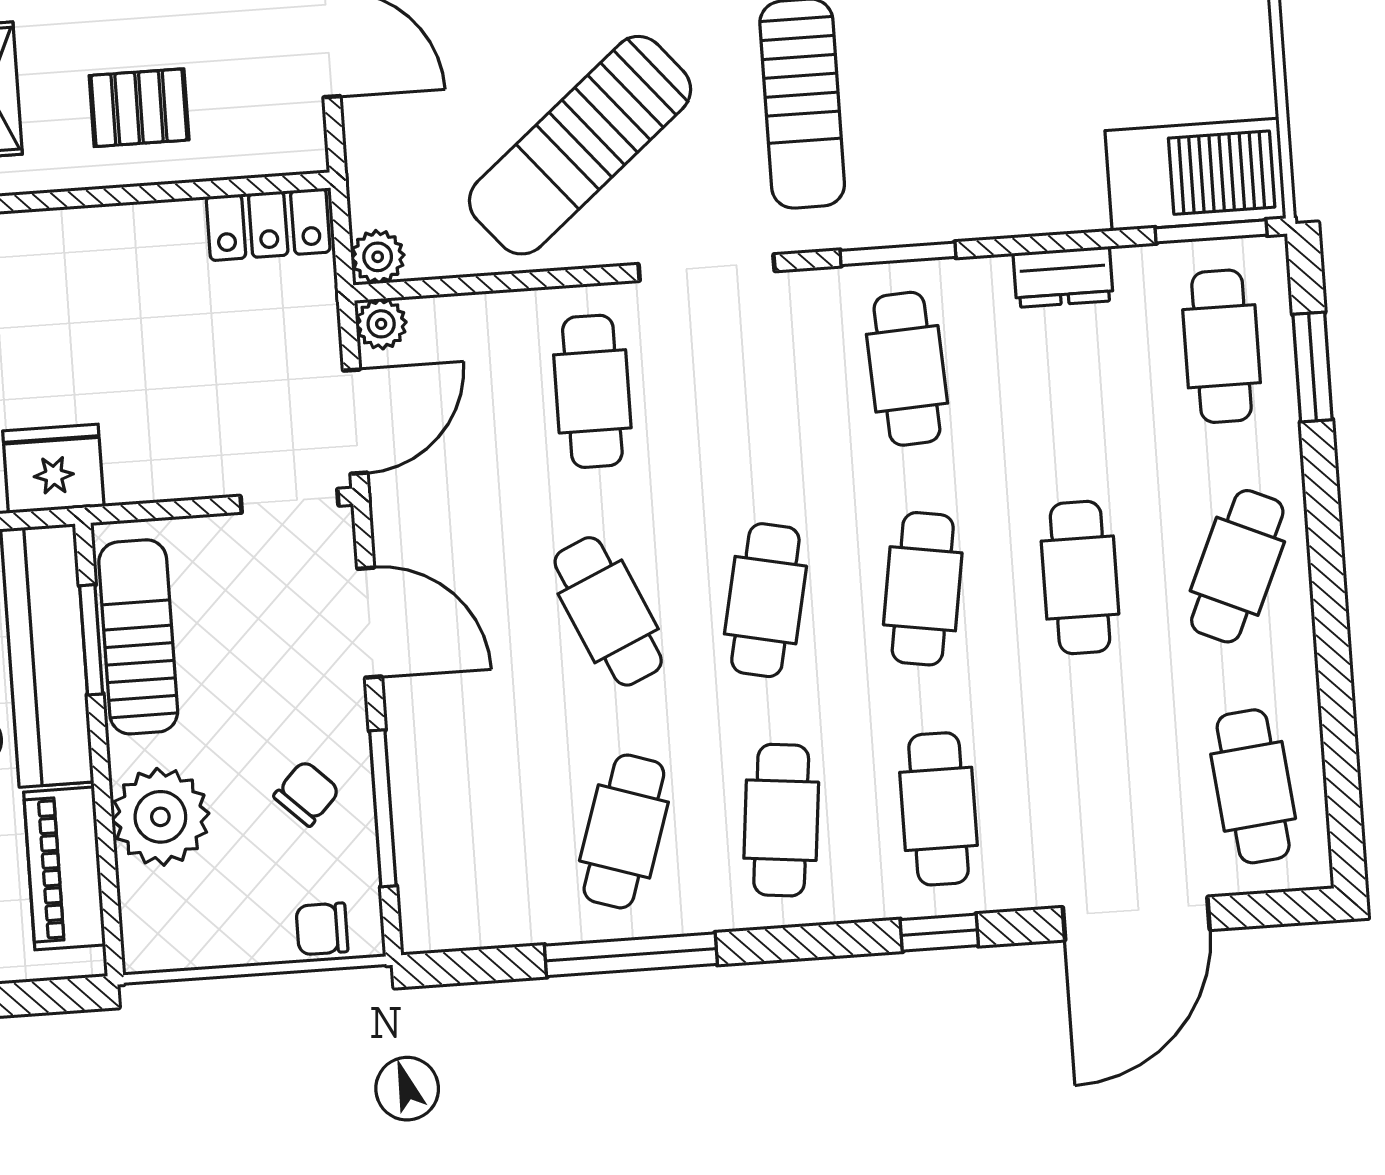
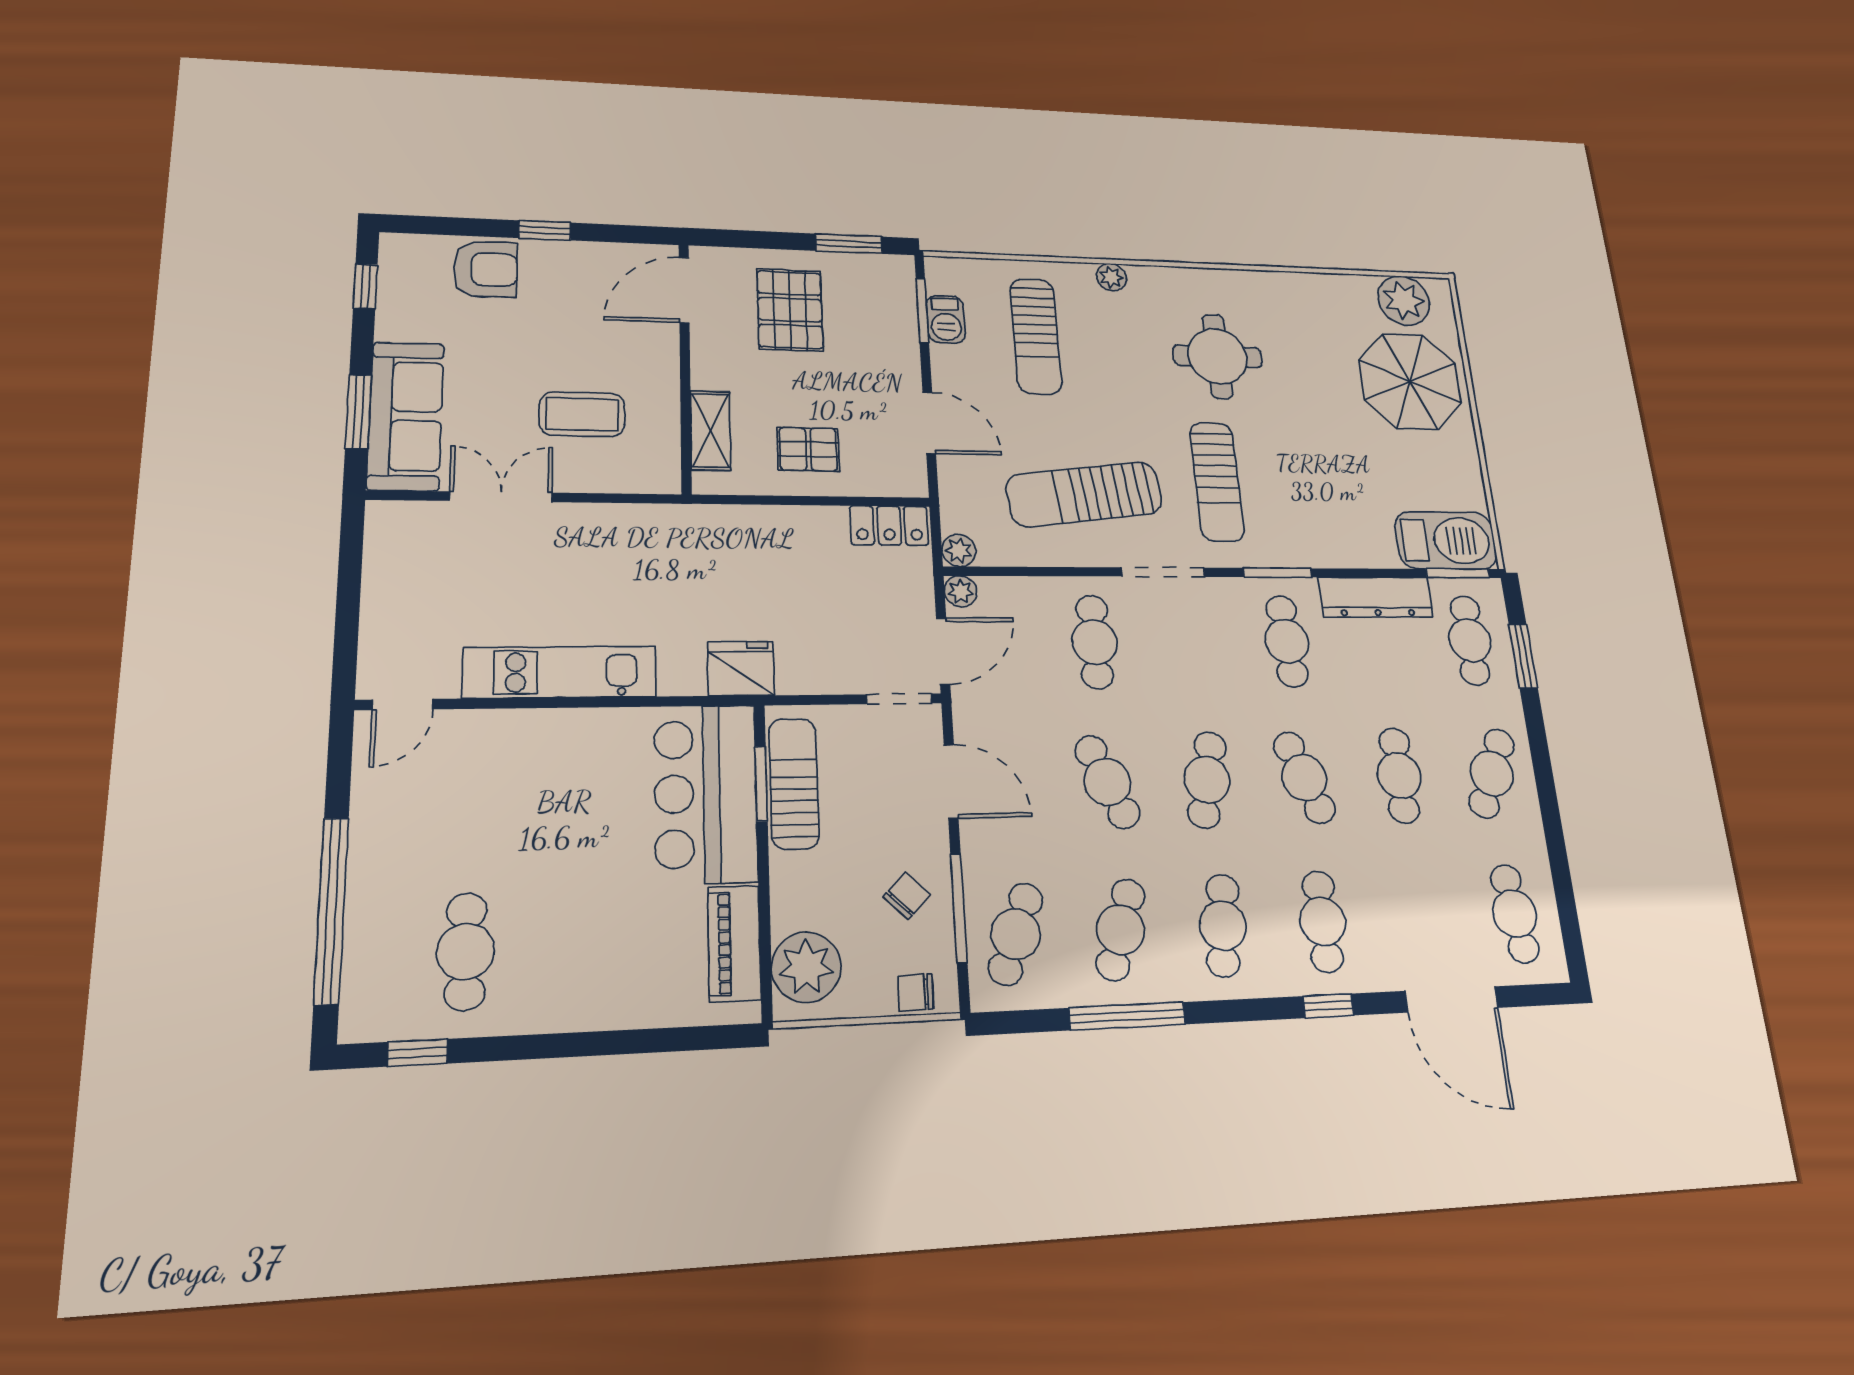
sun lounger: (580, 145) -> (1084, 494), turned 33
dresser: (1063, 277) -> (1376, 597), width x1.96, depth x1.24
cafe table: (923, 589) -> (1304, 778), turned -30
plant: (160, 817) -> (806, 967), moved
cafe table: (467, 843) -> (1016, 934), added
door: (1136, 919) -> (1452, 999), hinge flipped

